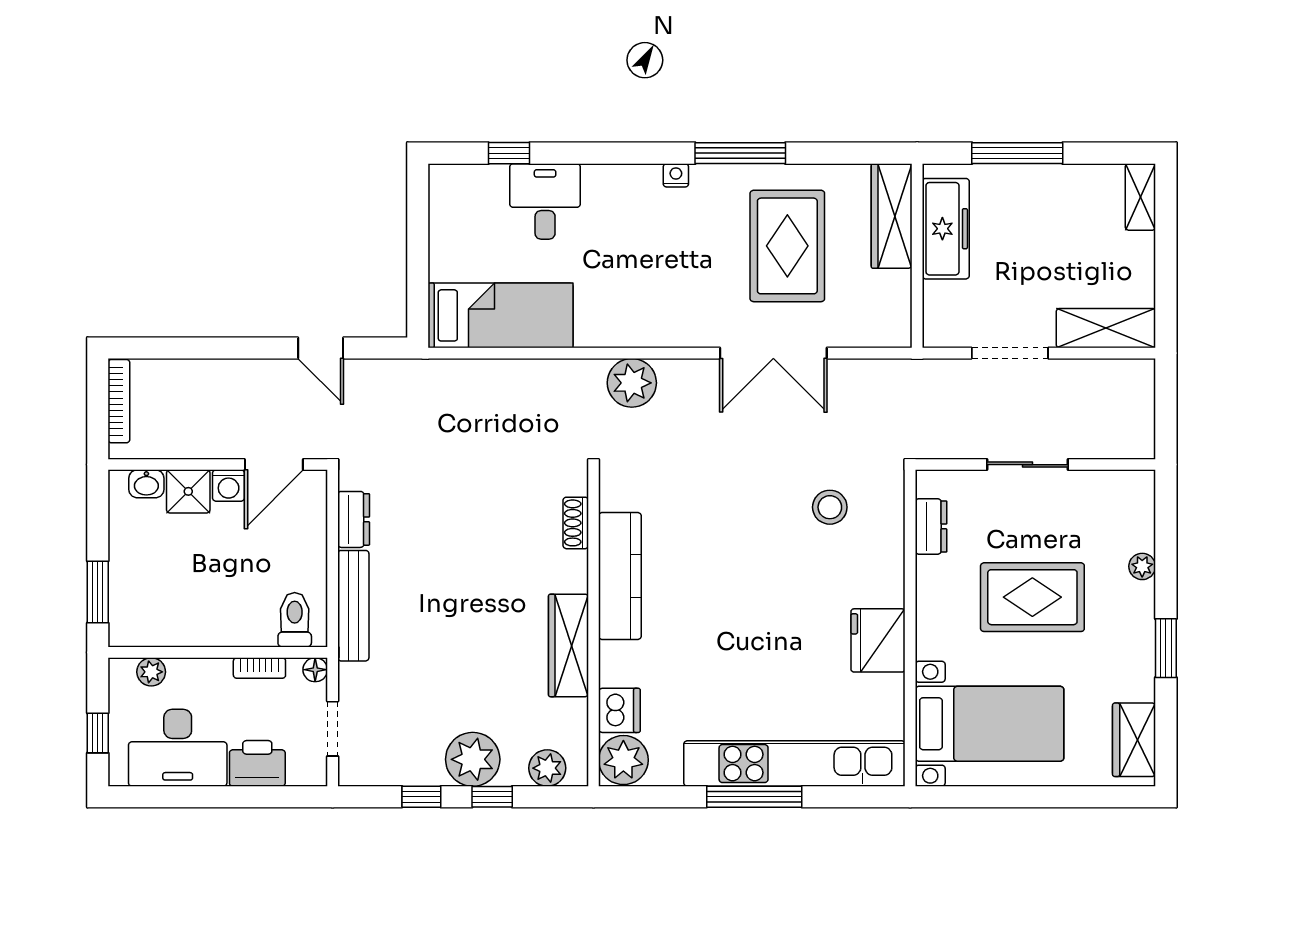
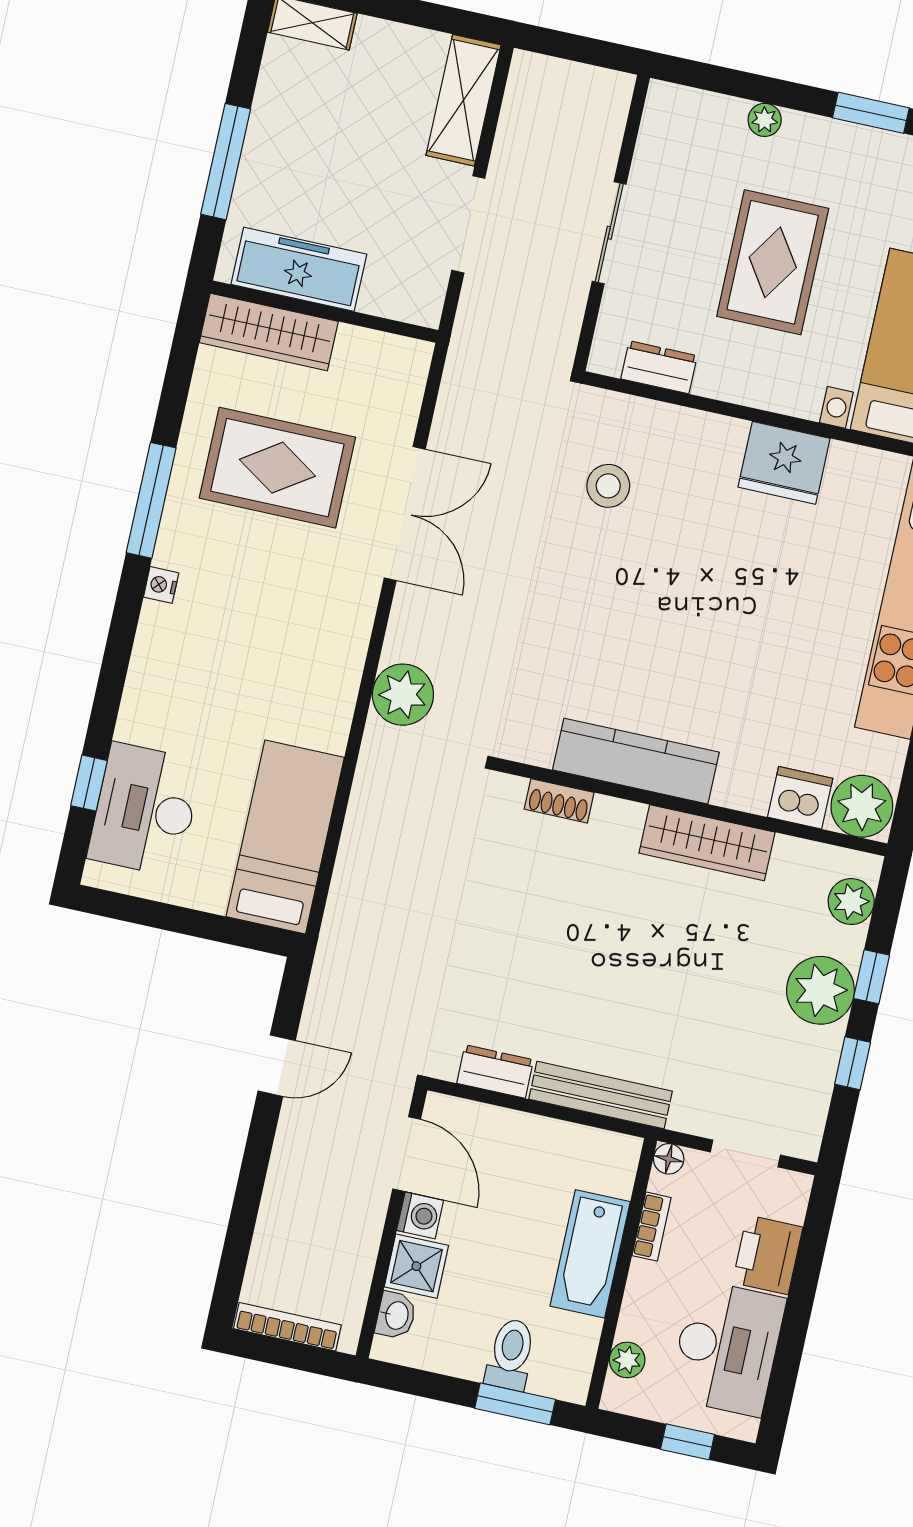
desk: (545, 201) -> (145, 810), moved, width x1.37
toilet: (295, 620) -> (511, 1354), moved, turned 90
bathtub: (228, 625) -> (590, 1254), added

